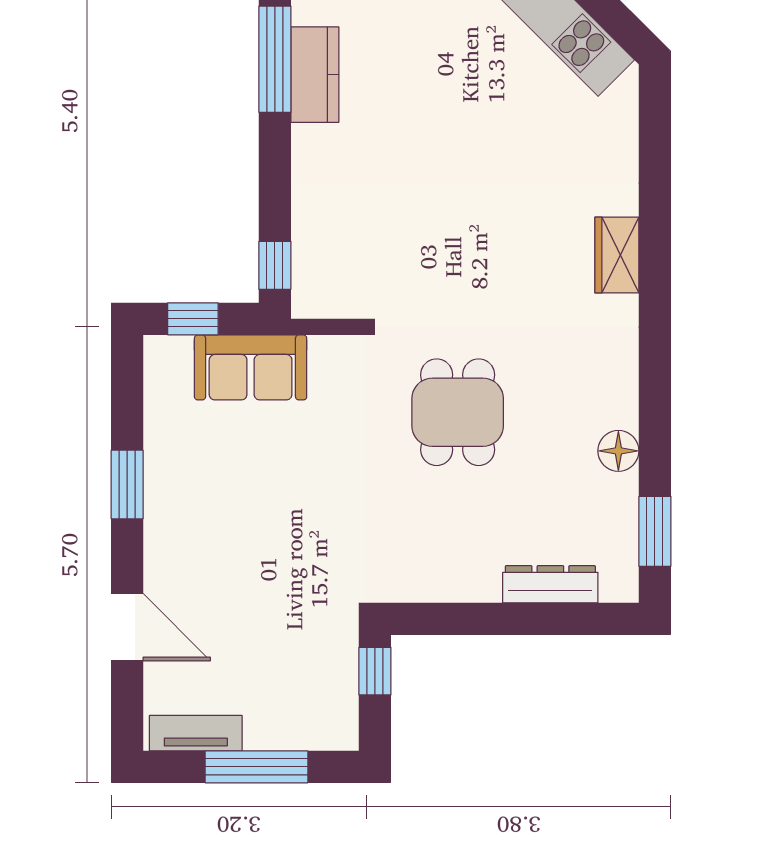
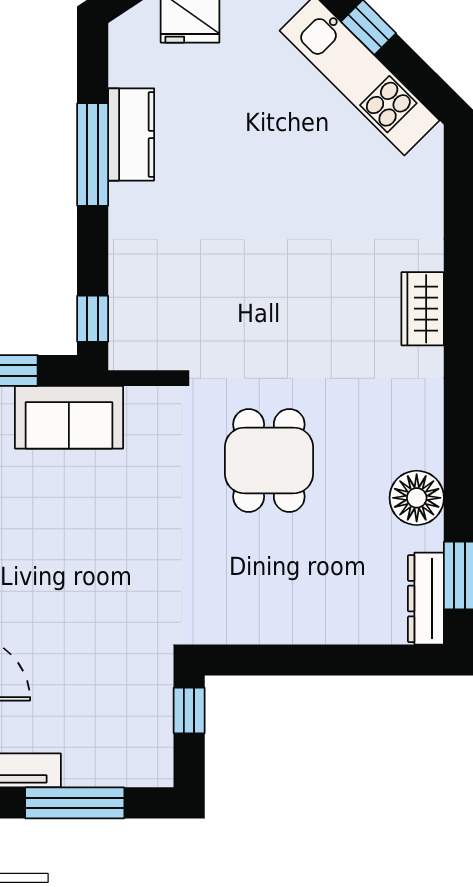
window: (275, 59) -> (93, 155), moved
floor lamp: (618, 451) -> (417, 498), width x1.38, depth x1.38
dresser: (550, 584) -> (426, 599), moved, turned -90

